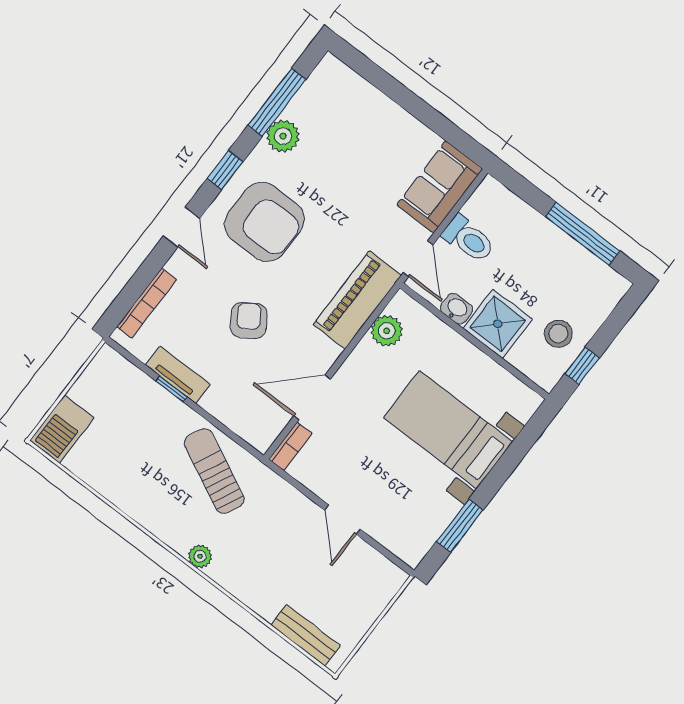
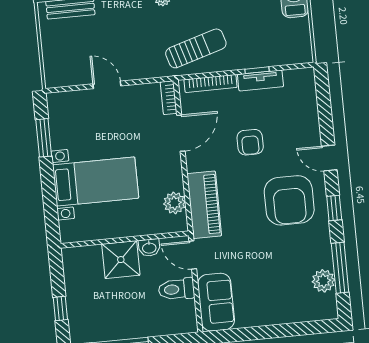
plant: (283, 136) -> (323, 281), moved
armchair: (264, 222) -> (289, 200), turned -90
bookcase: (147, 303) -> (211, 84), moved, turned -90
armchair: (249, 321) -> (250, 142), turned 33
stool: (558, 334) -> (85, 284), removed
window: (582, 366) -> (60, 309), moved
sun lounger: (214, 471) -> (196, 48), turned -43

